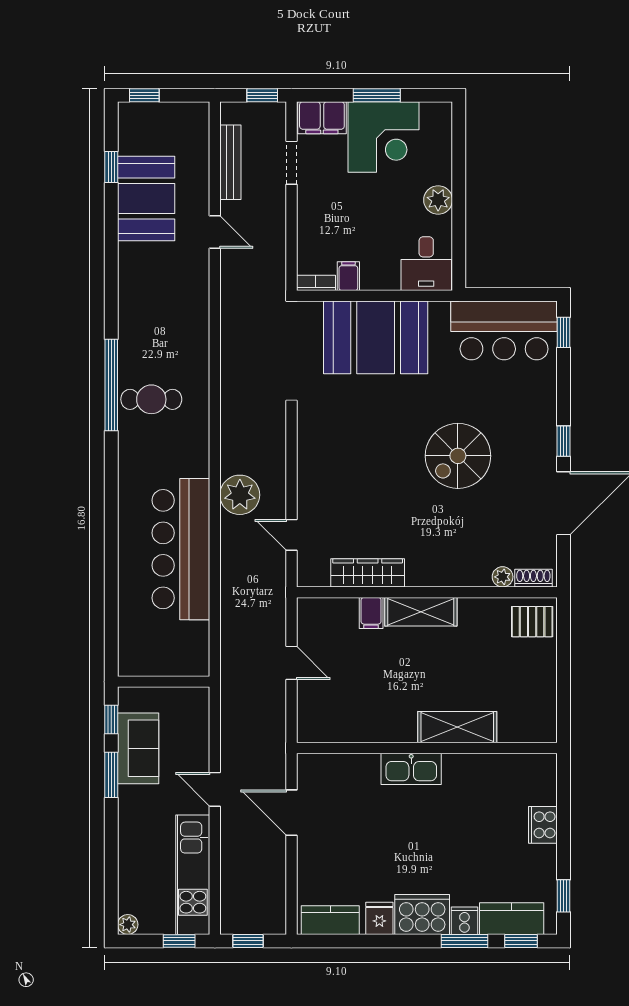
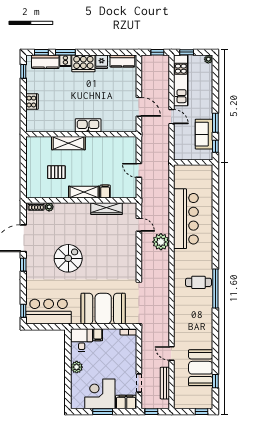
filing cabinet: (348, 276) -> (98, 335), moved
pallet: (532, 622) -> (56, 172), moved

